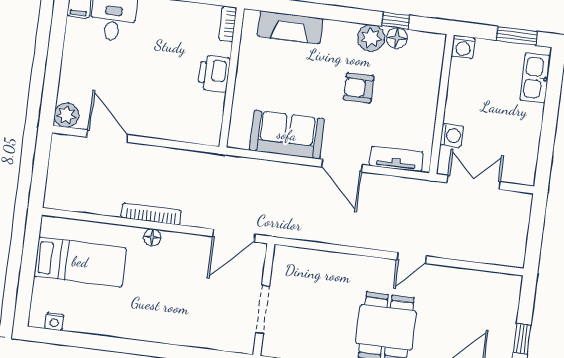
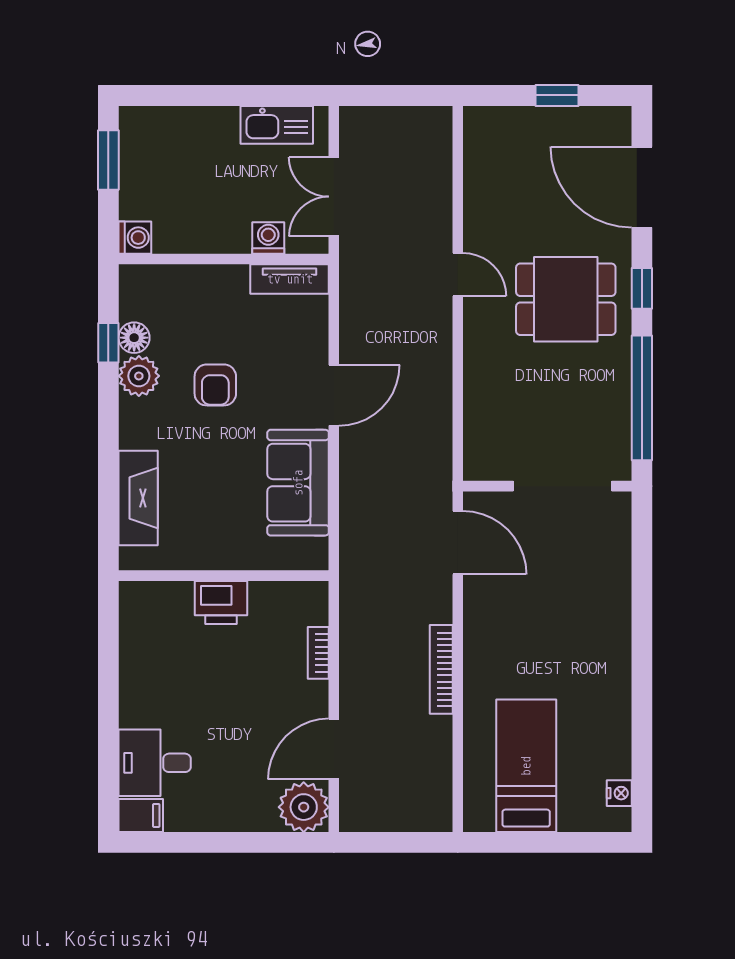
bookcase: (228, 24) -> (318, 653), moved, turned 90
kitchen sink: (535, 78) -> (277, 125), moved
plant: (66, 115) -> (304, 807), width x1.36, depth x1.36
tv unit: (396, 159) -> (290, 279), moved, turned -90
floor lamp: (152, 237) -> (476, 664), removed
doorway: (263, 310) -> (562, 486), width x1.36

